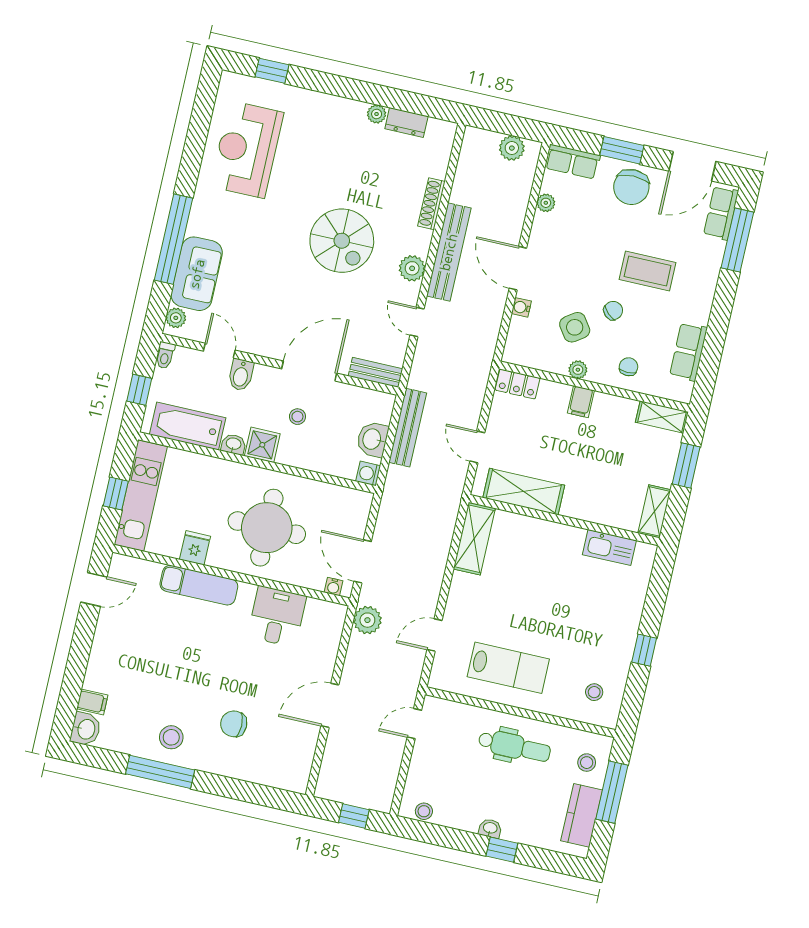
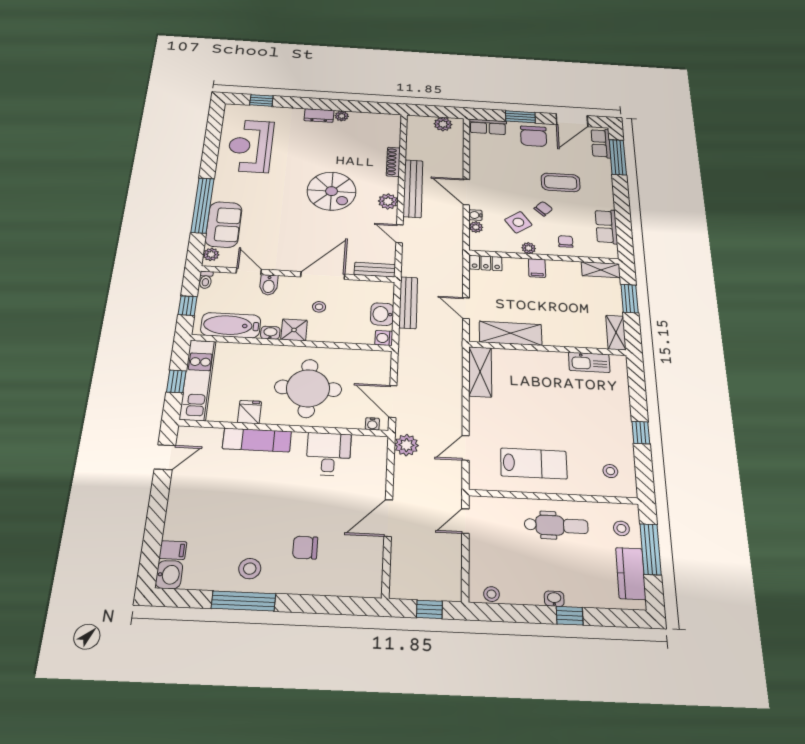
dresser: (406, 123) -> (319, 115), moved
plant: (546, 203) -> (476, 227), moved

